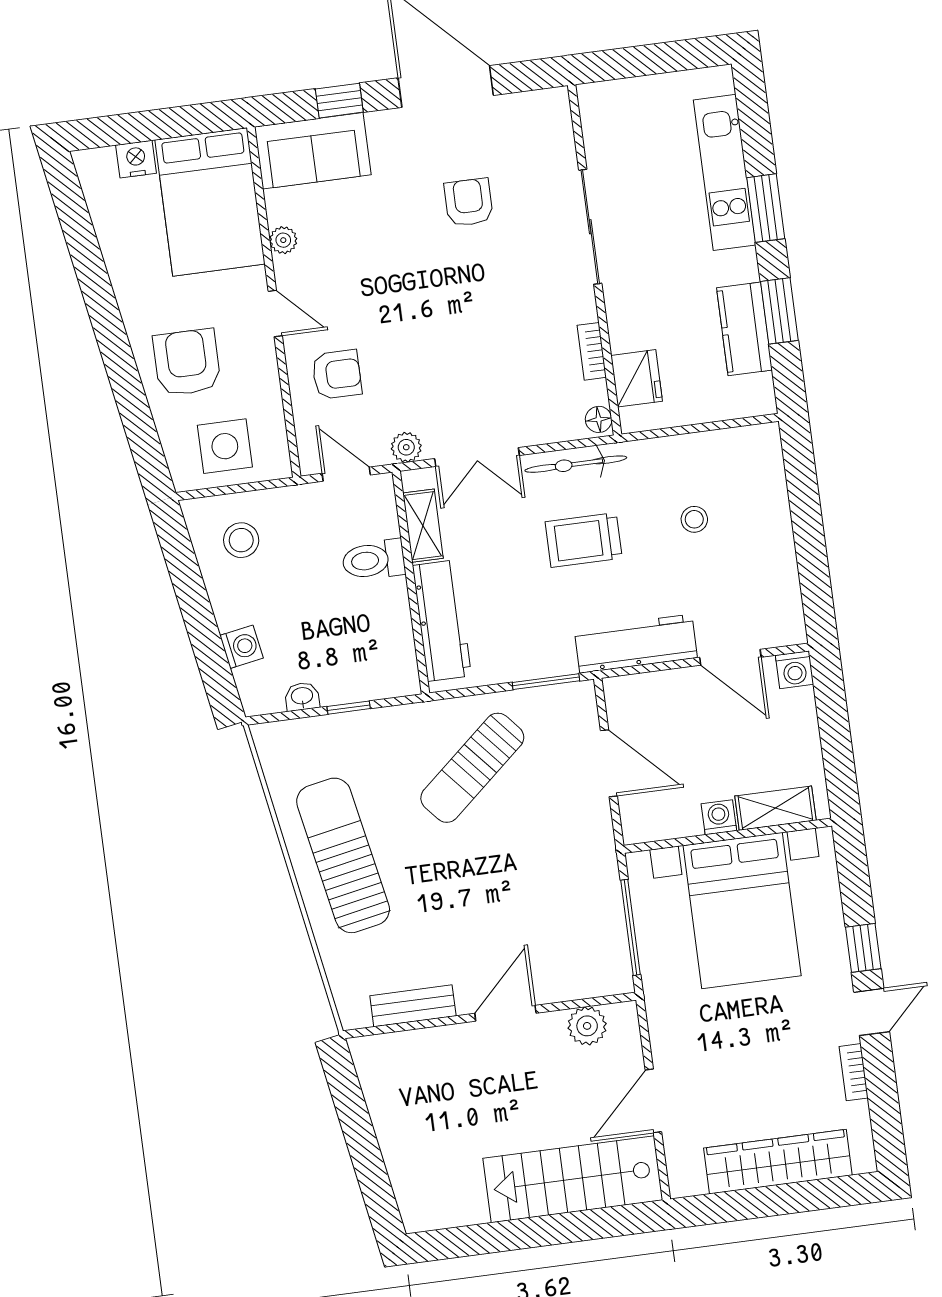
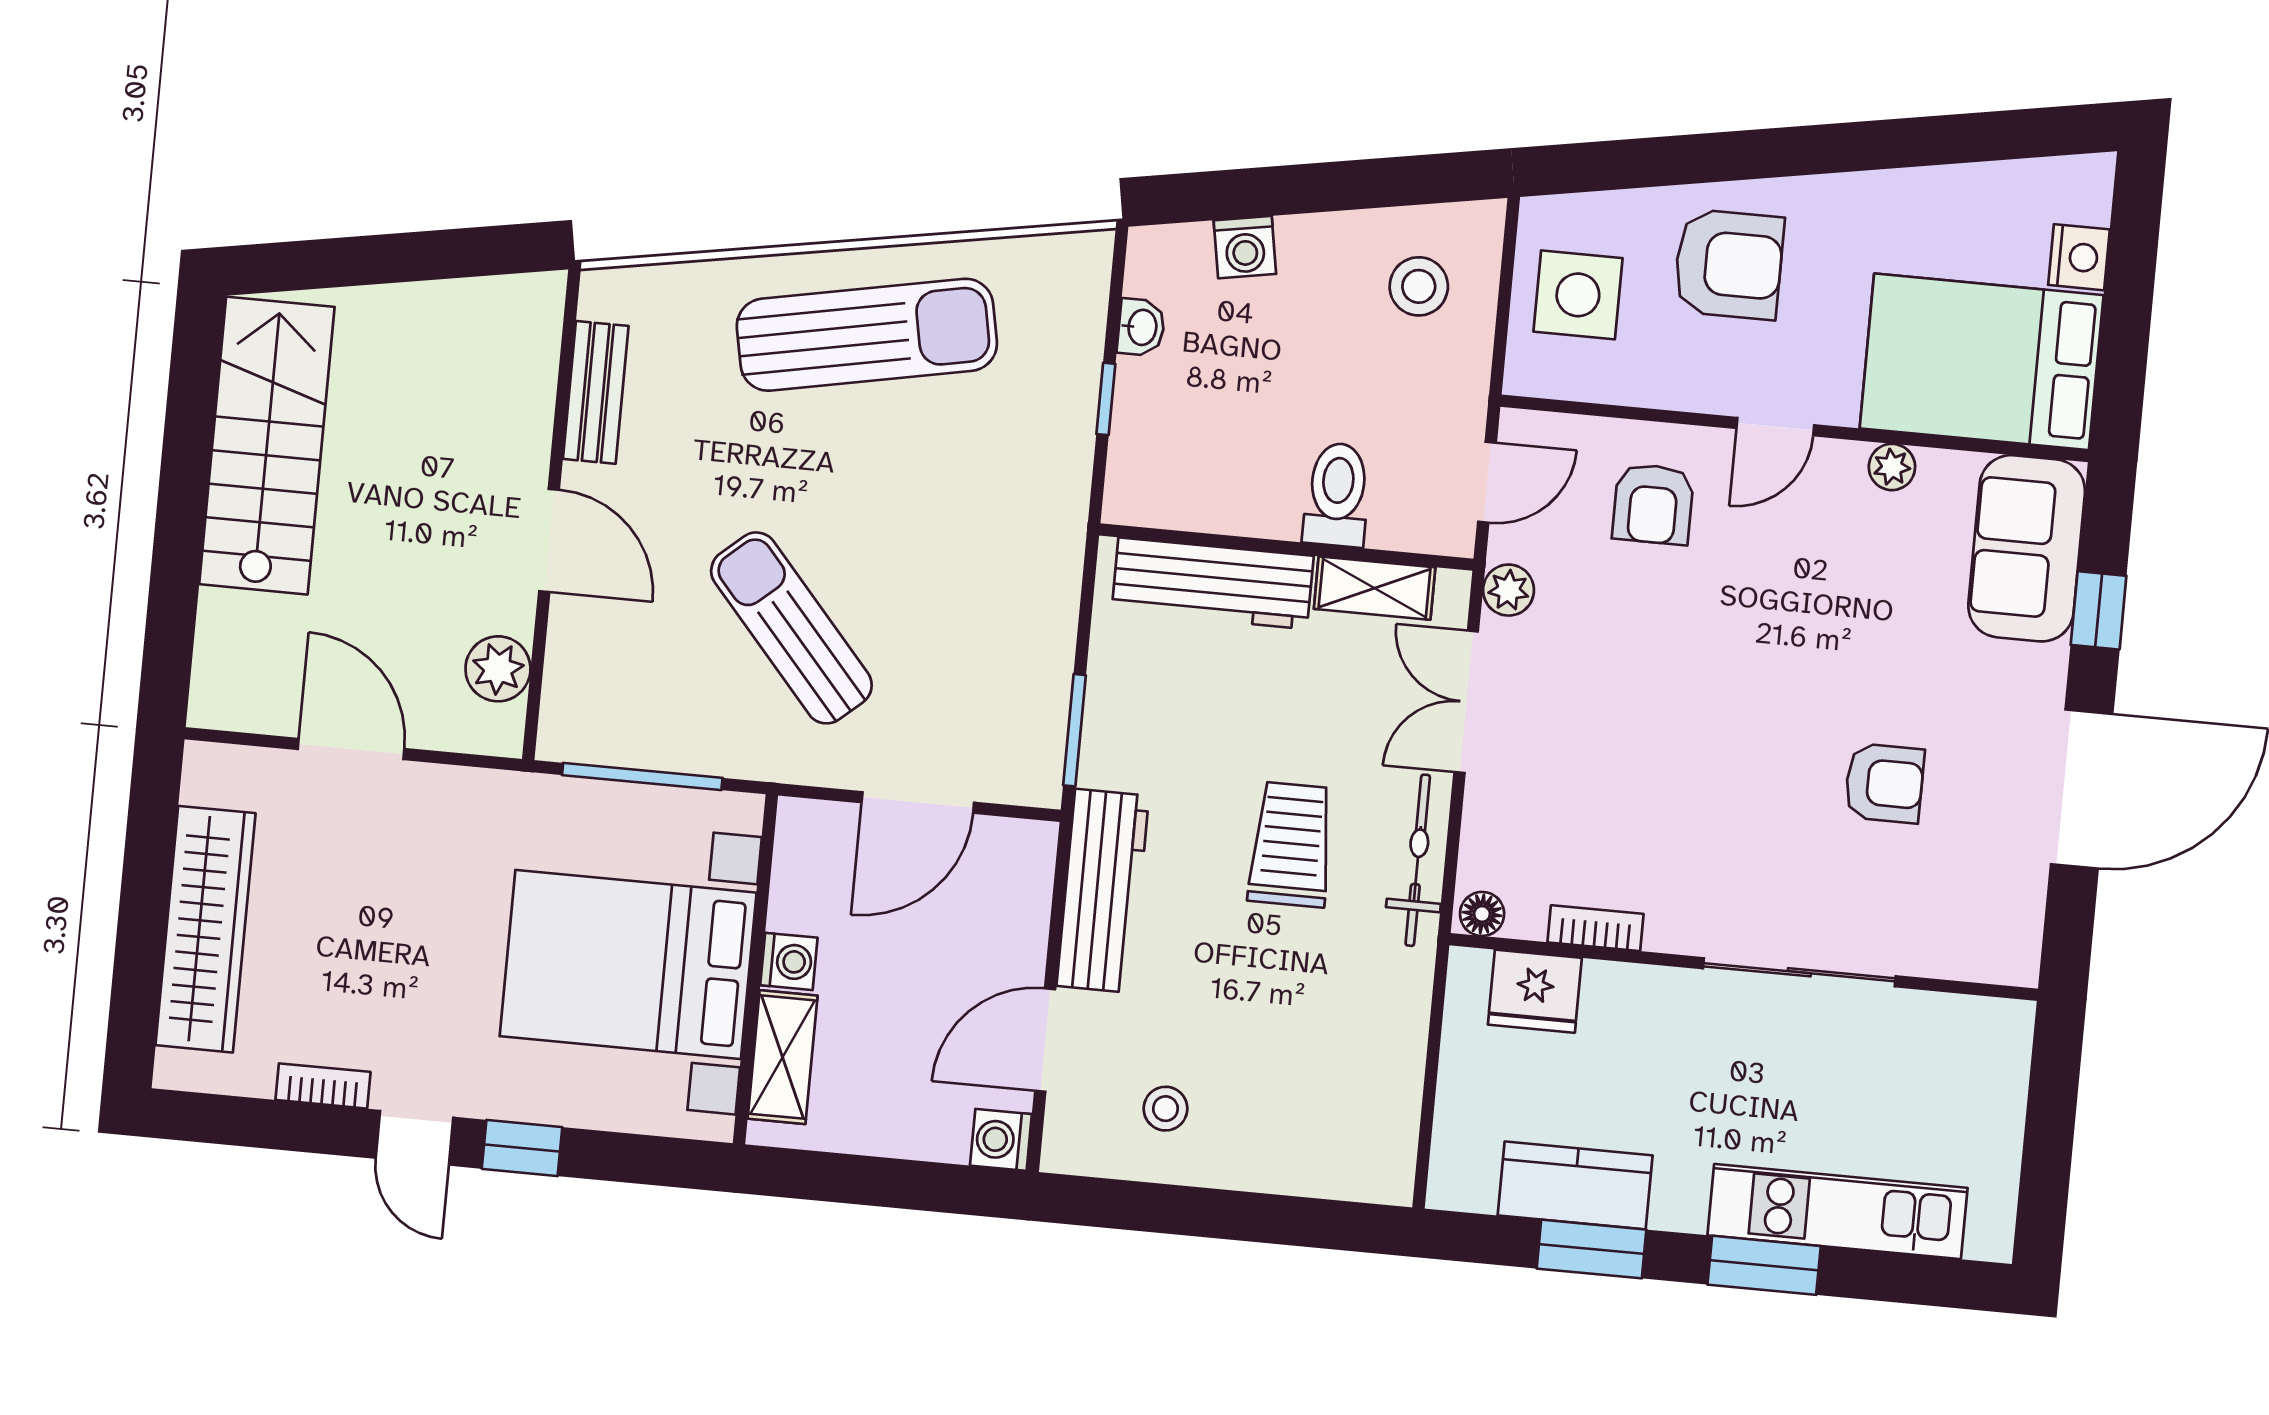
stool: (694, 519) -> (1166, 1109), moved
sun lounger: (472, 768) -> (791, 628), moved
stairs: (573, 1179) -> (267, 446), moved

